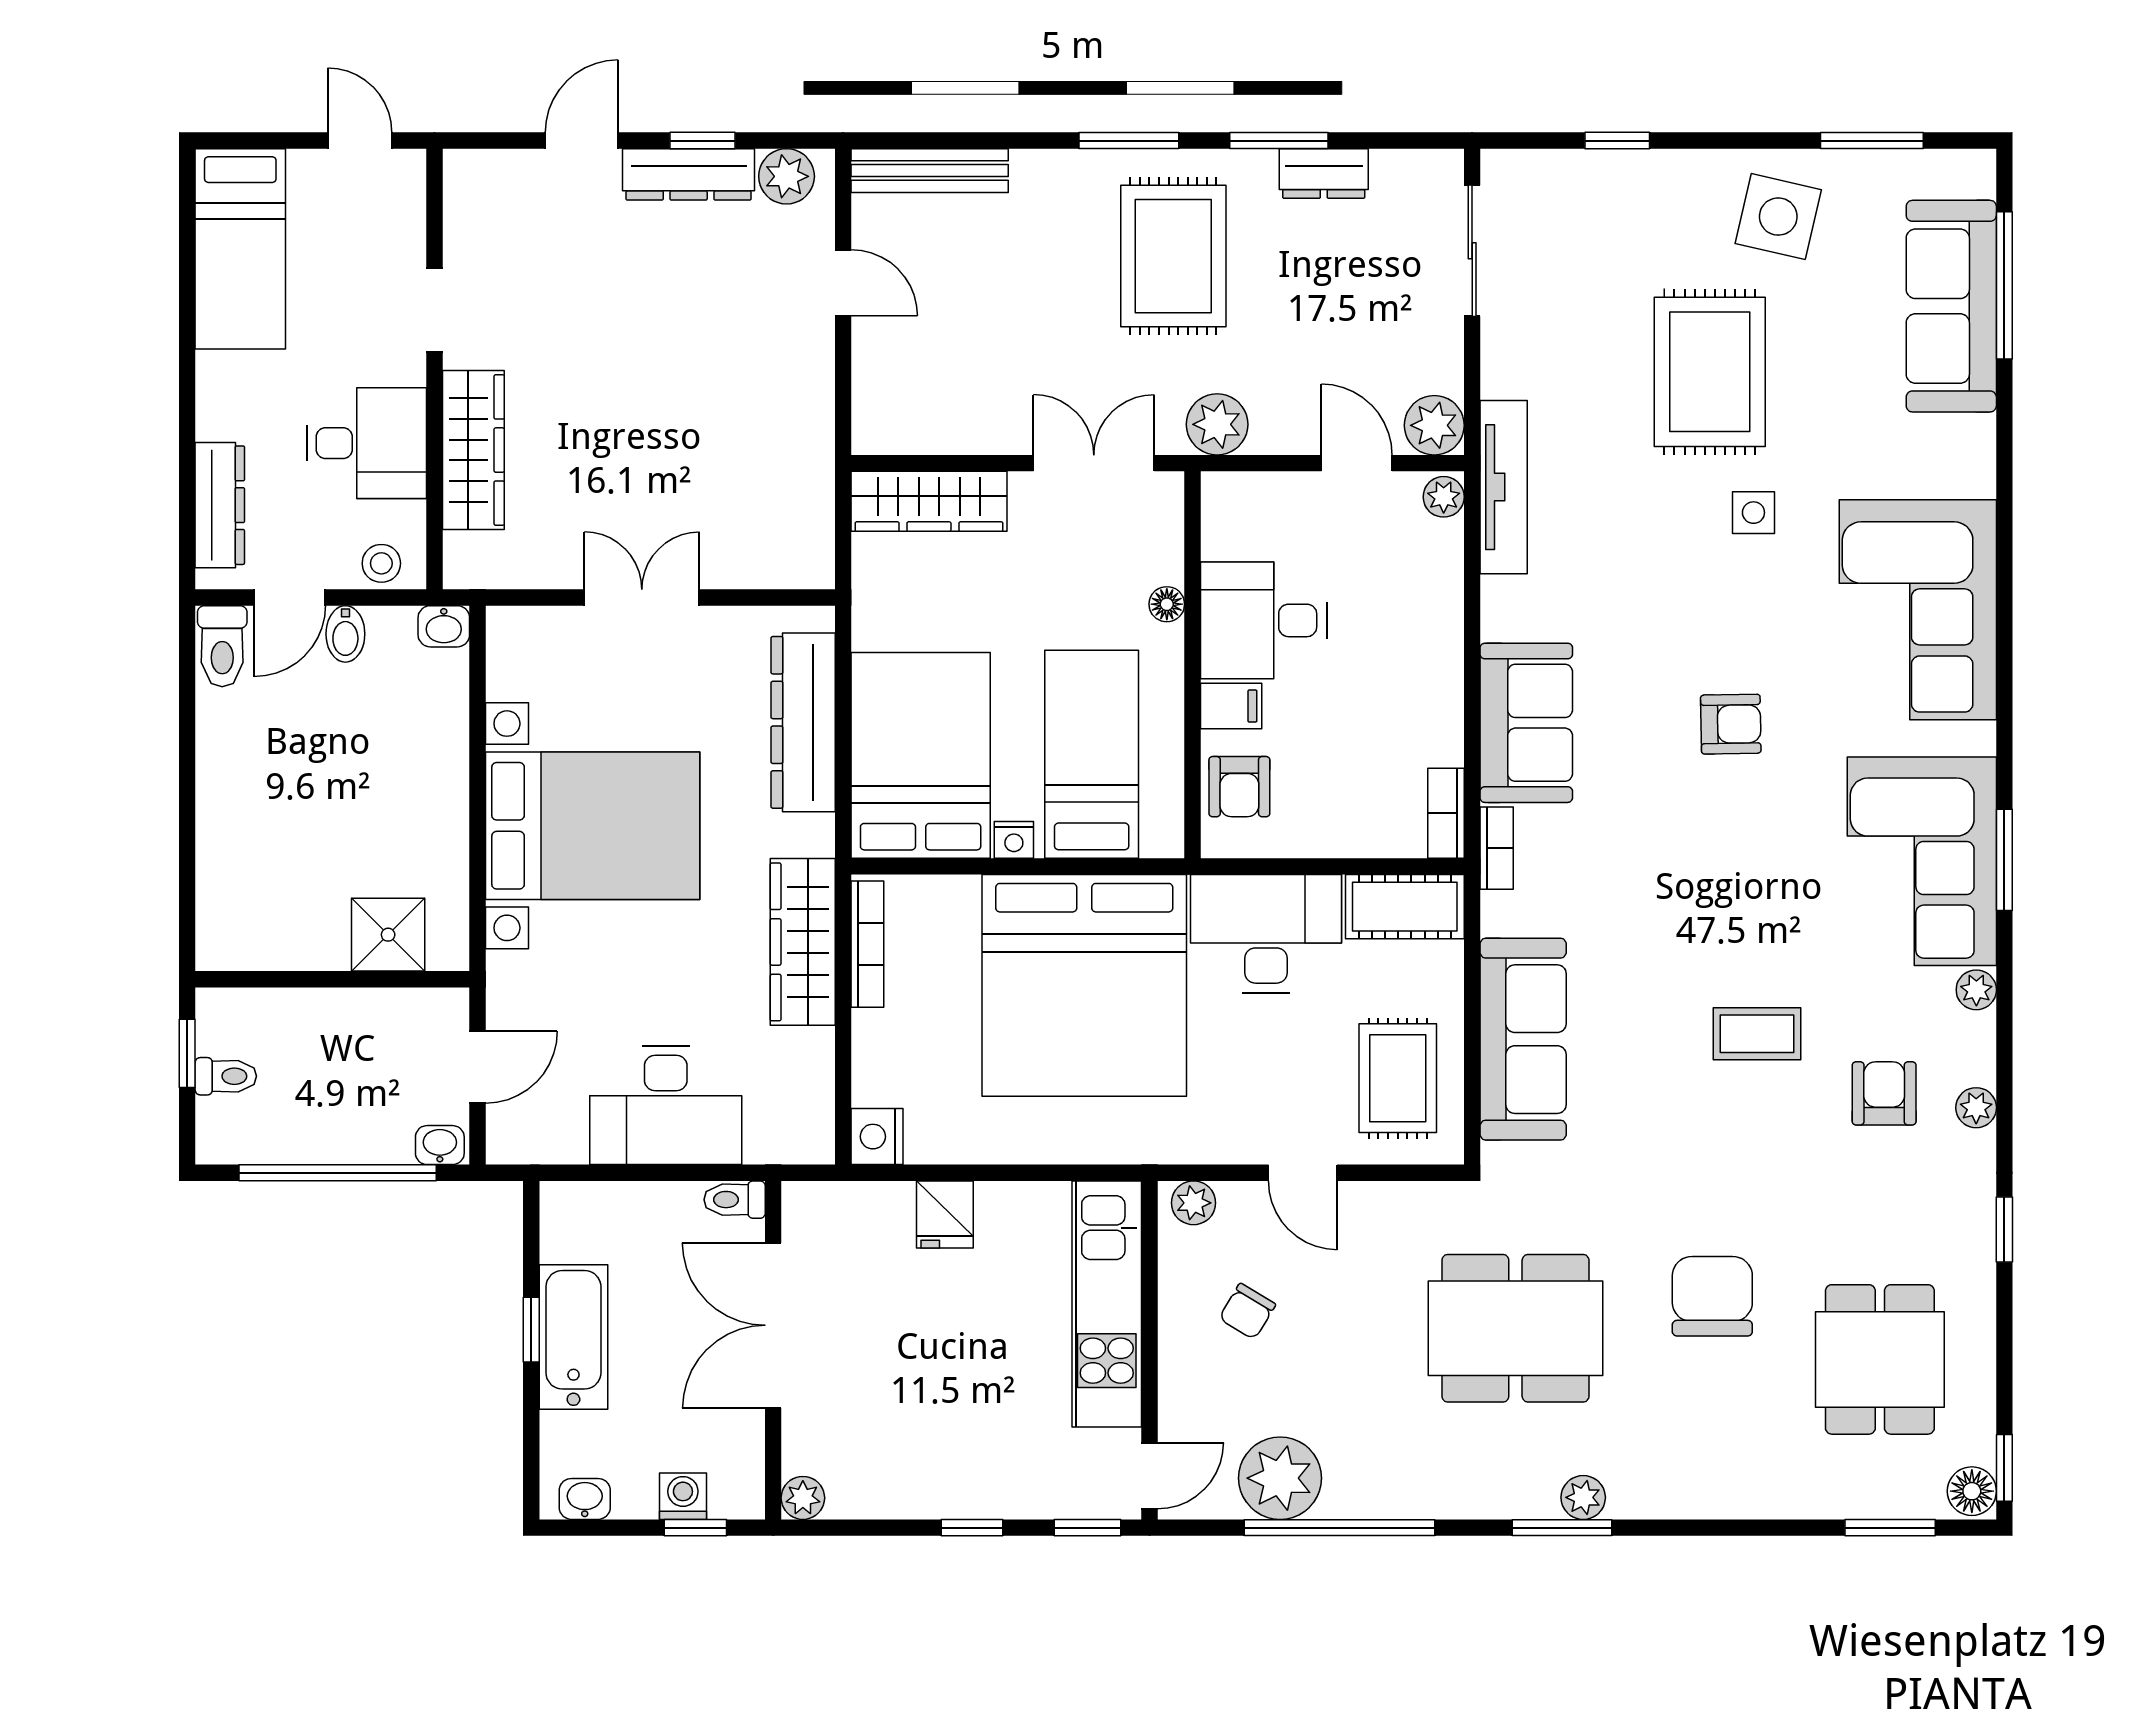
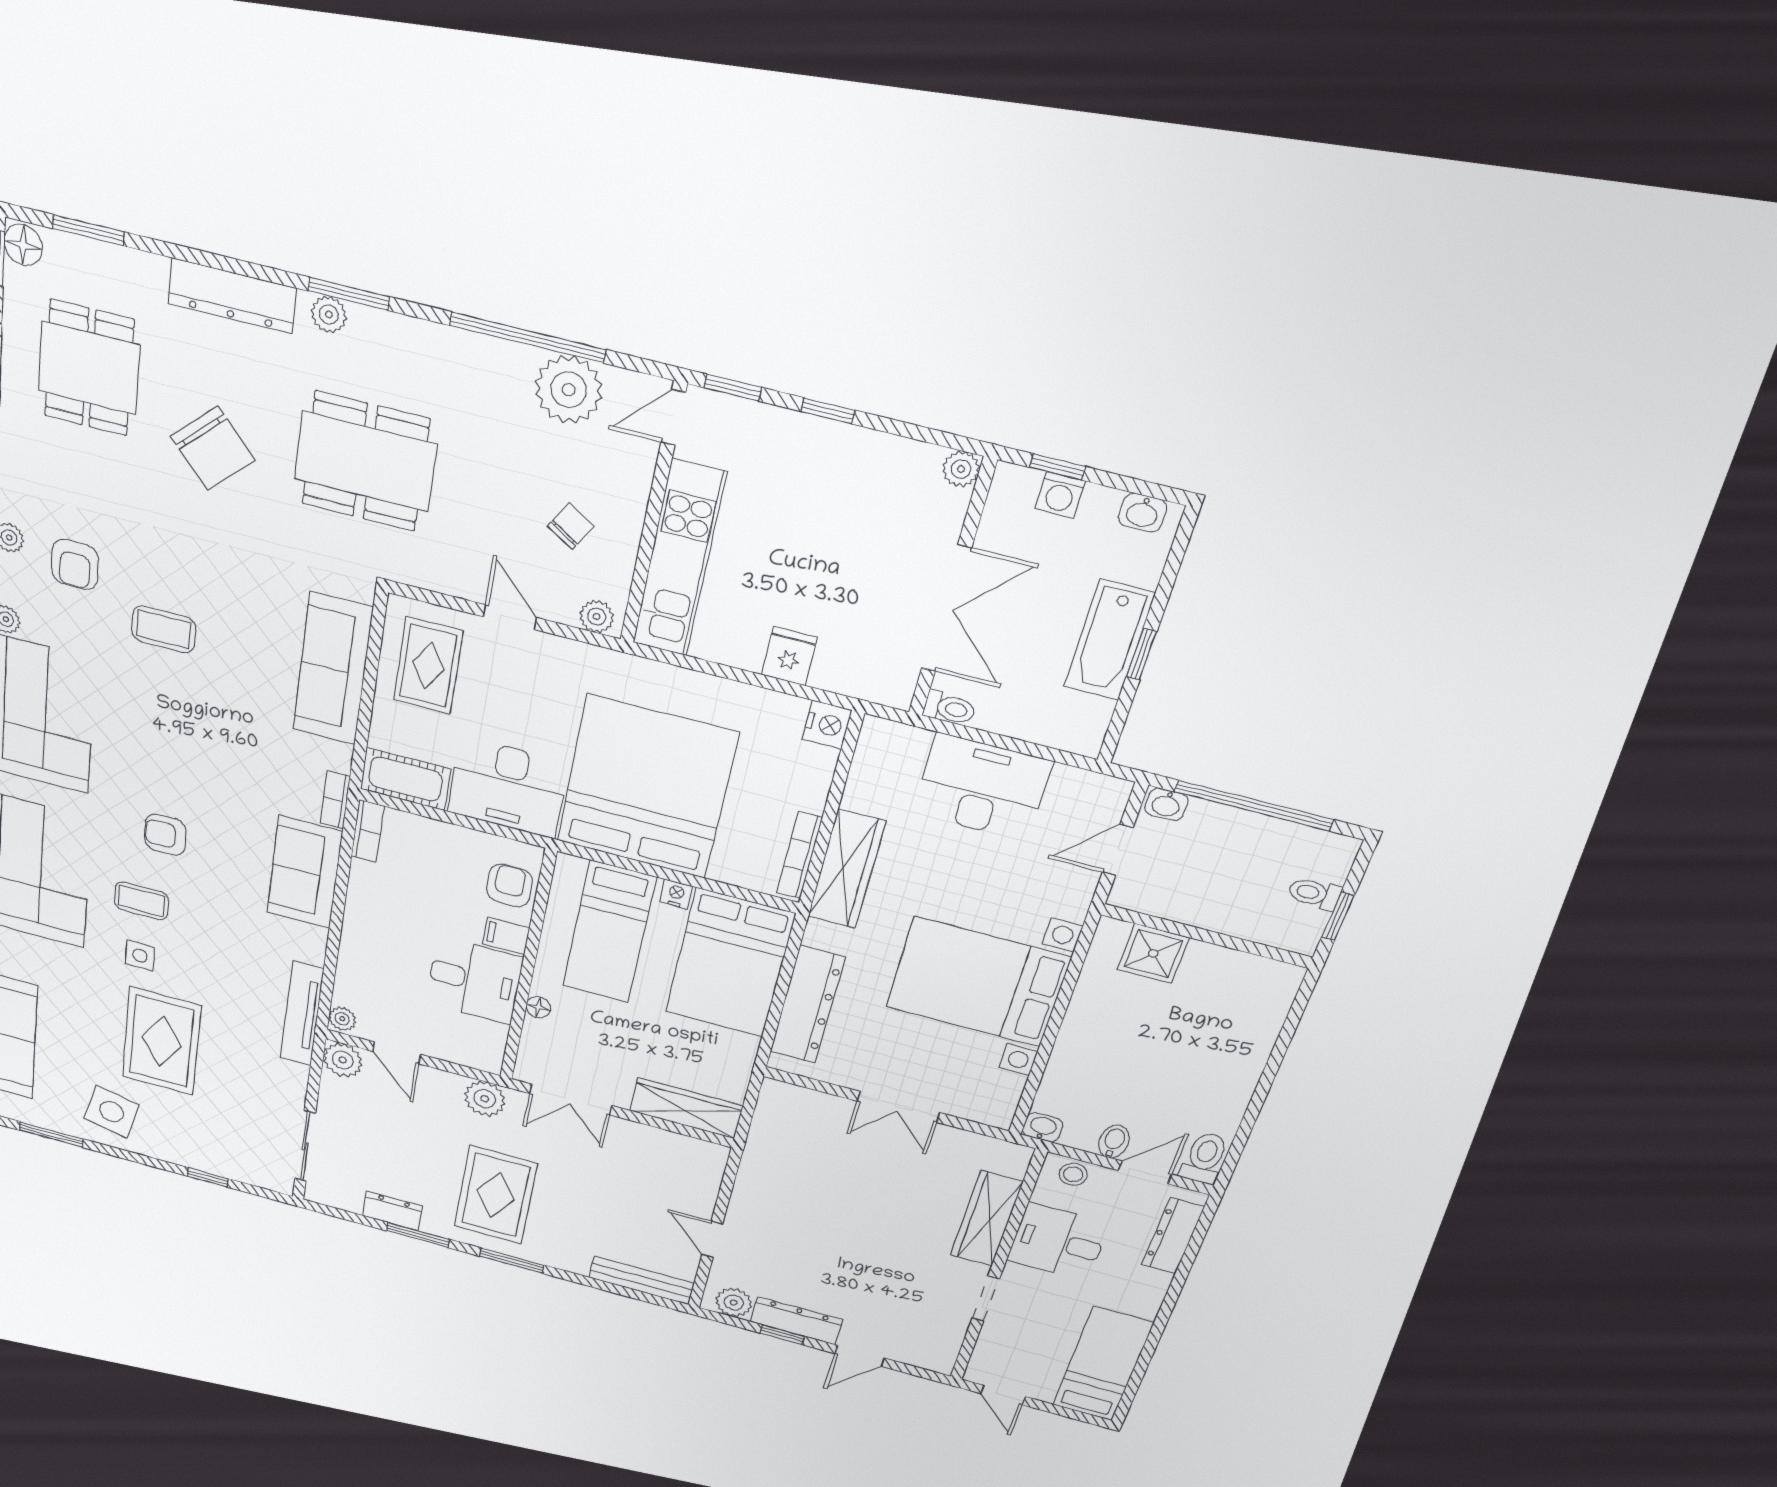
coffee table: (1758, 606) -> (141, 901), added
chair: (1712, 1296) -> (213, 448), turned -43
dresser: (1705, 1491) -> (232, 296), added

